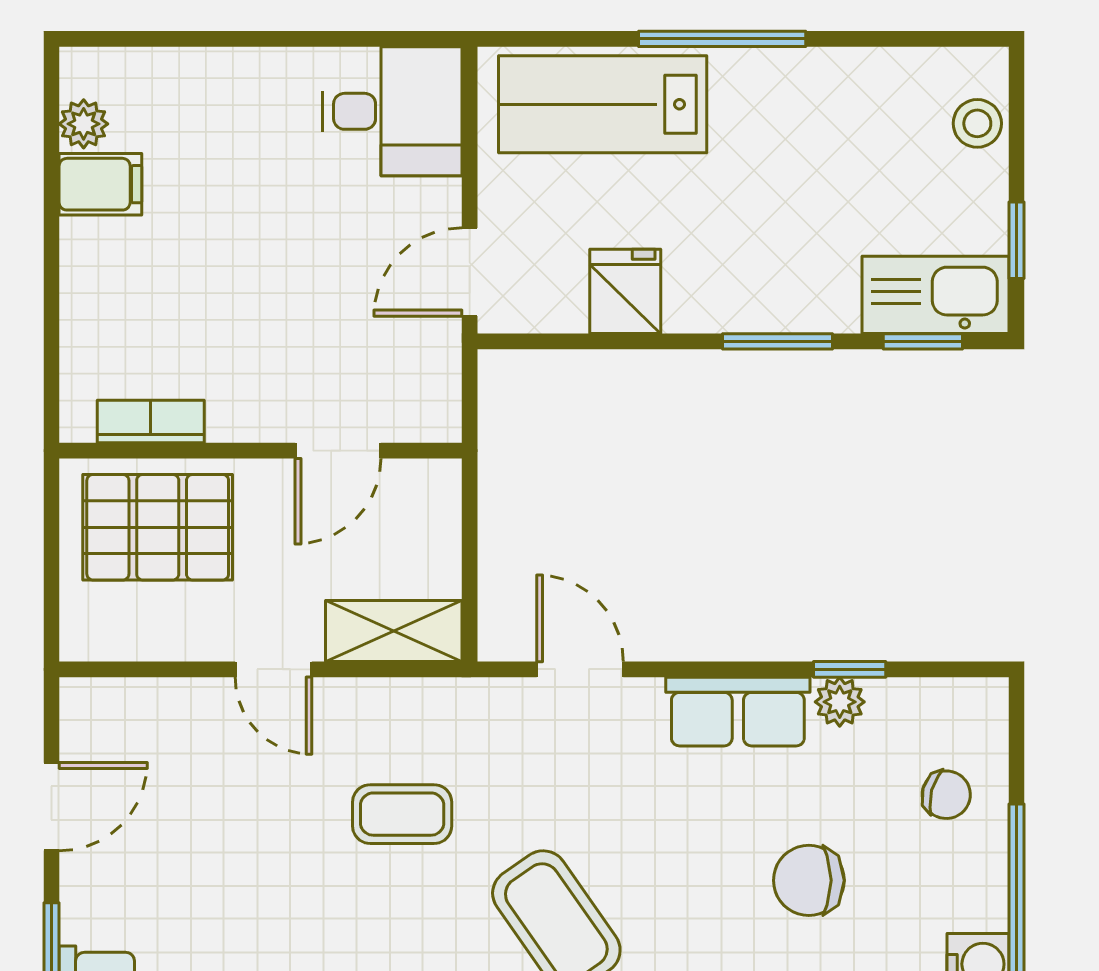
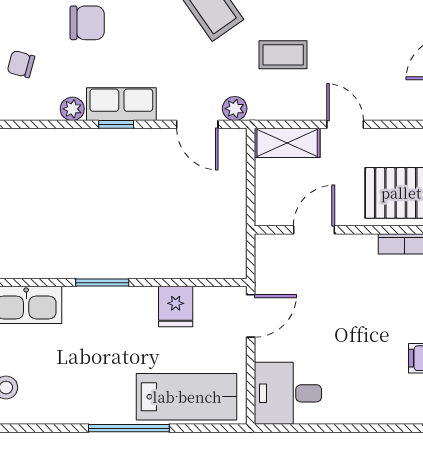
window: (923, 341) -> (32, 283), removed
window: (850, 669) -> (116, 124), moved
plant: (503, 702) -> (235, 109), added

